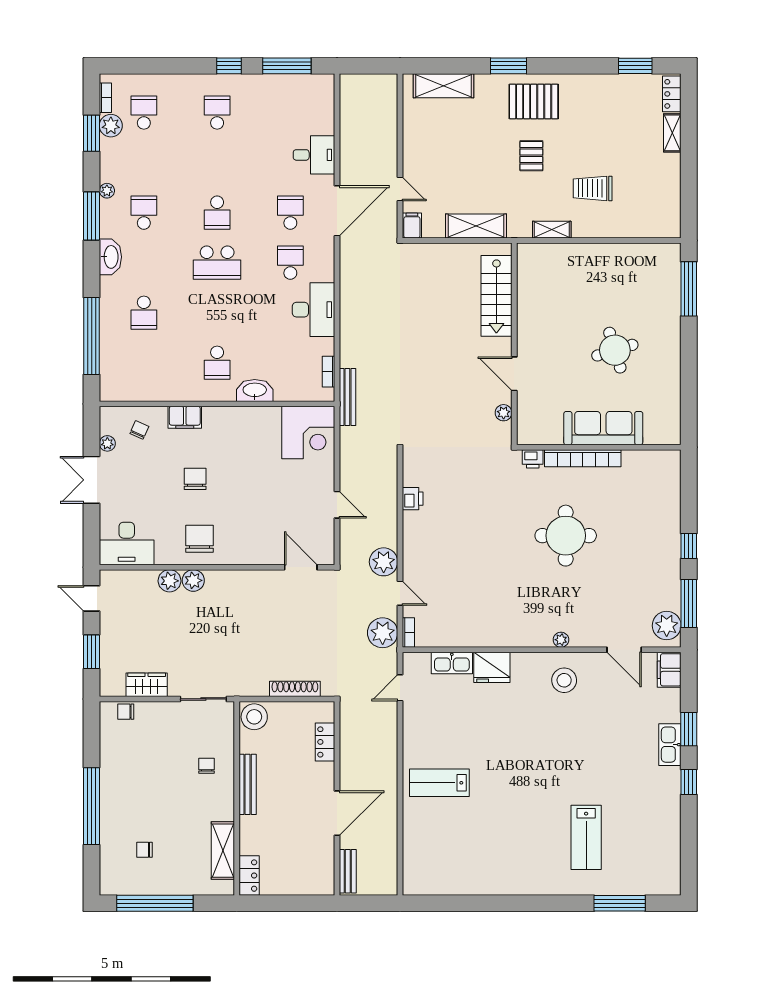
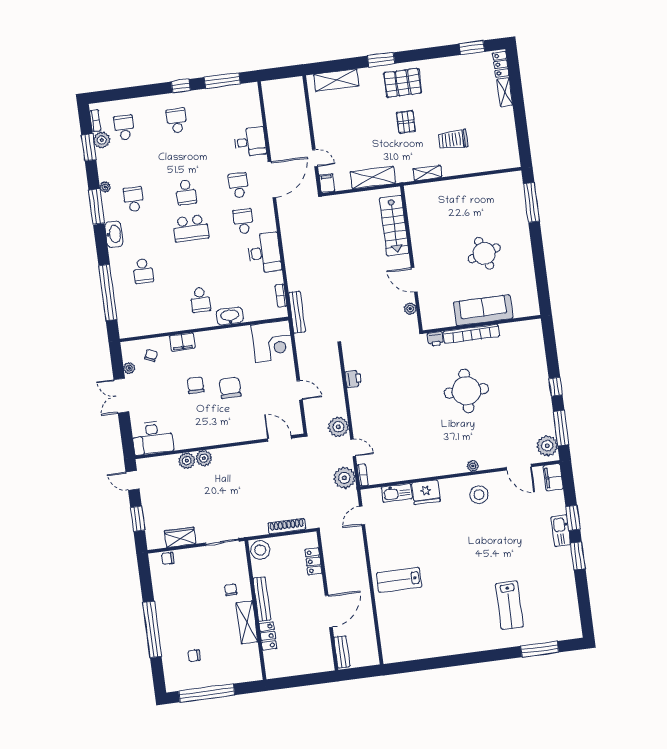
chair: (200, 539) -> (230, 388), moved
window: (689, 782) -> (578, 556), width x1.50
shelving: (223, 851) -> (247, 622), moved
locker: (249, 876) -> (268, 636), moved

